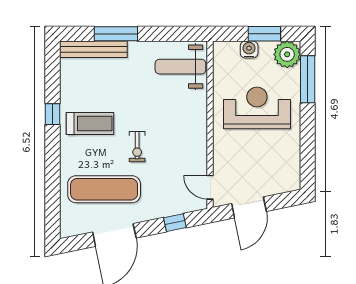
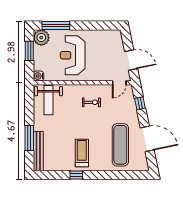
water cooler: (249, 50) -> (38, 76), moved
exercise bike: (137, 147) -> (91, 102), moved

